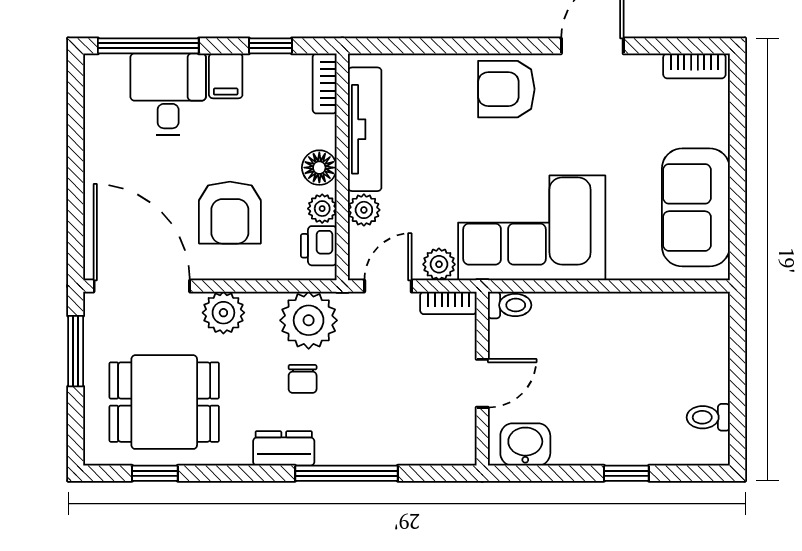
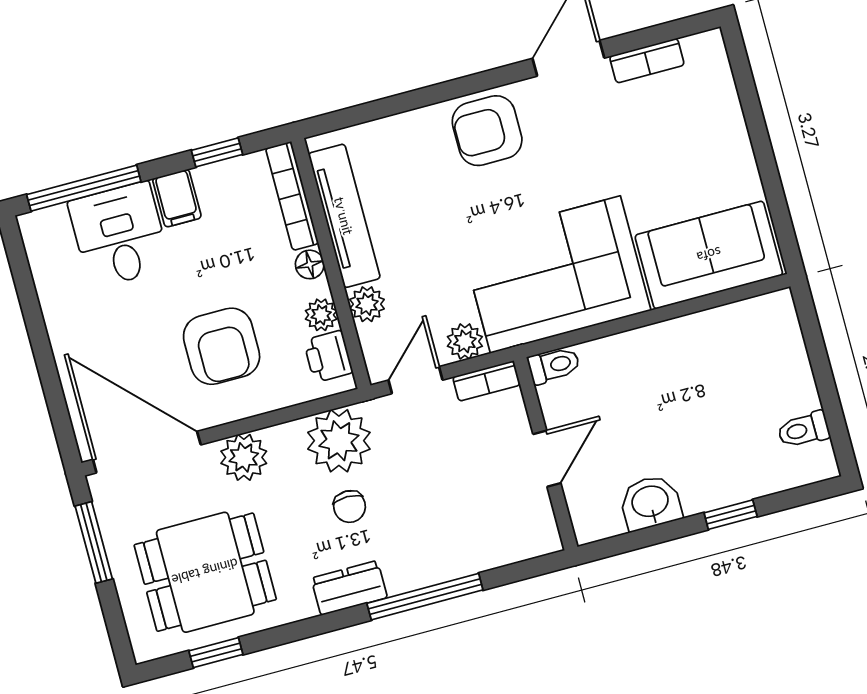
bookcase: (694, 66) -> (647, 61), moved
bookcase: (325, 83) -> (292, 196), width x1.56
floor lamp: (319, 168) -> (310, 264), width x0.73, depth x0.73
sofa: (696, 207) -> (709, 255), moved, turned 90
washbasin: (525, 444) -> (650, 503), moved

